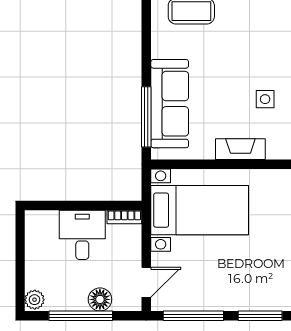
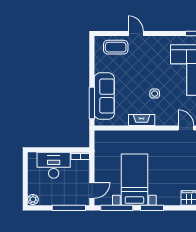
bed with nightstands: (200, 210) -> (134, 180), moved, turned -90
desk: (82, 235) -> (54, 165), width x1.37
floor lamp: (100, 299) -> (67, 199), removed
window: (81, 316) -> (69, 208), moved

